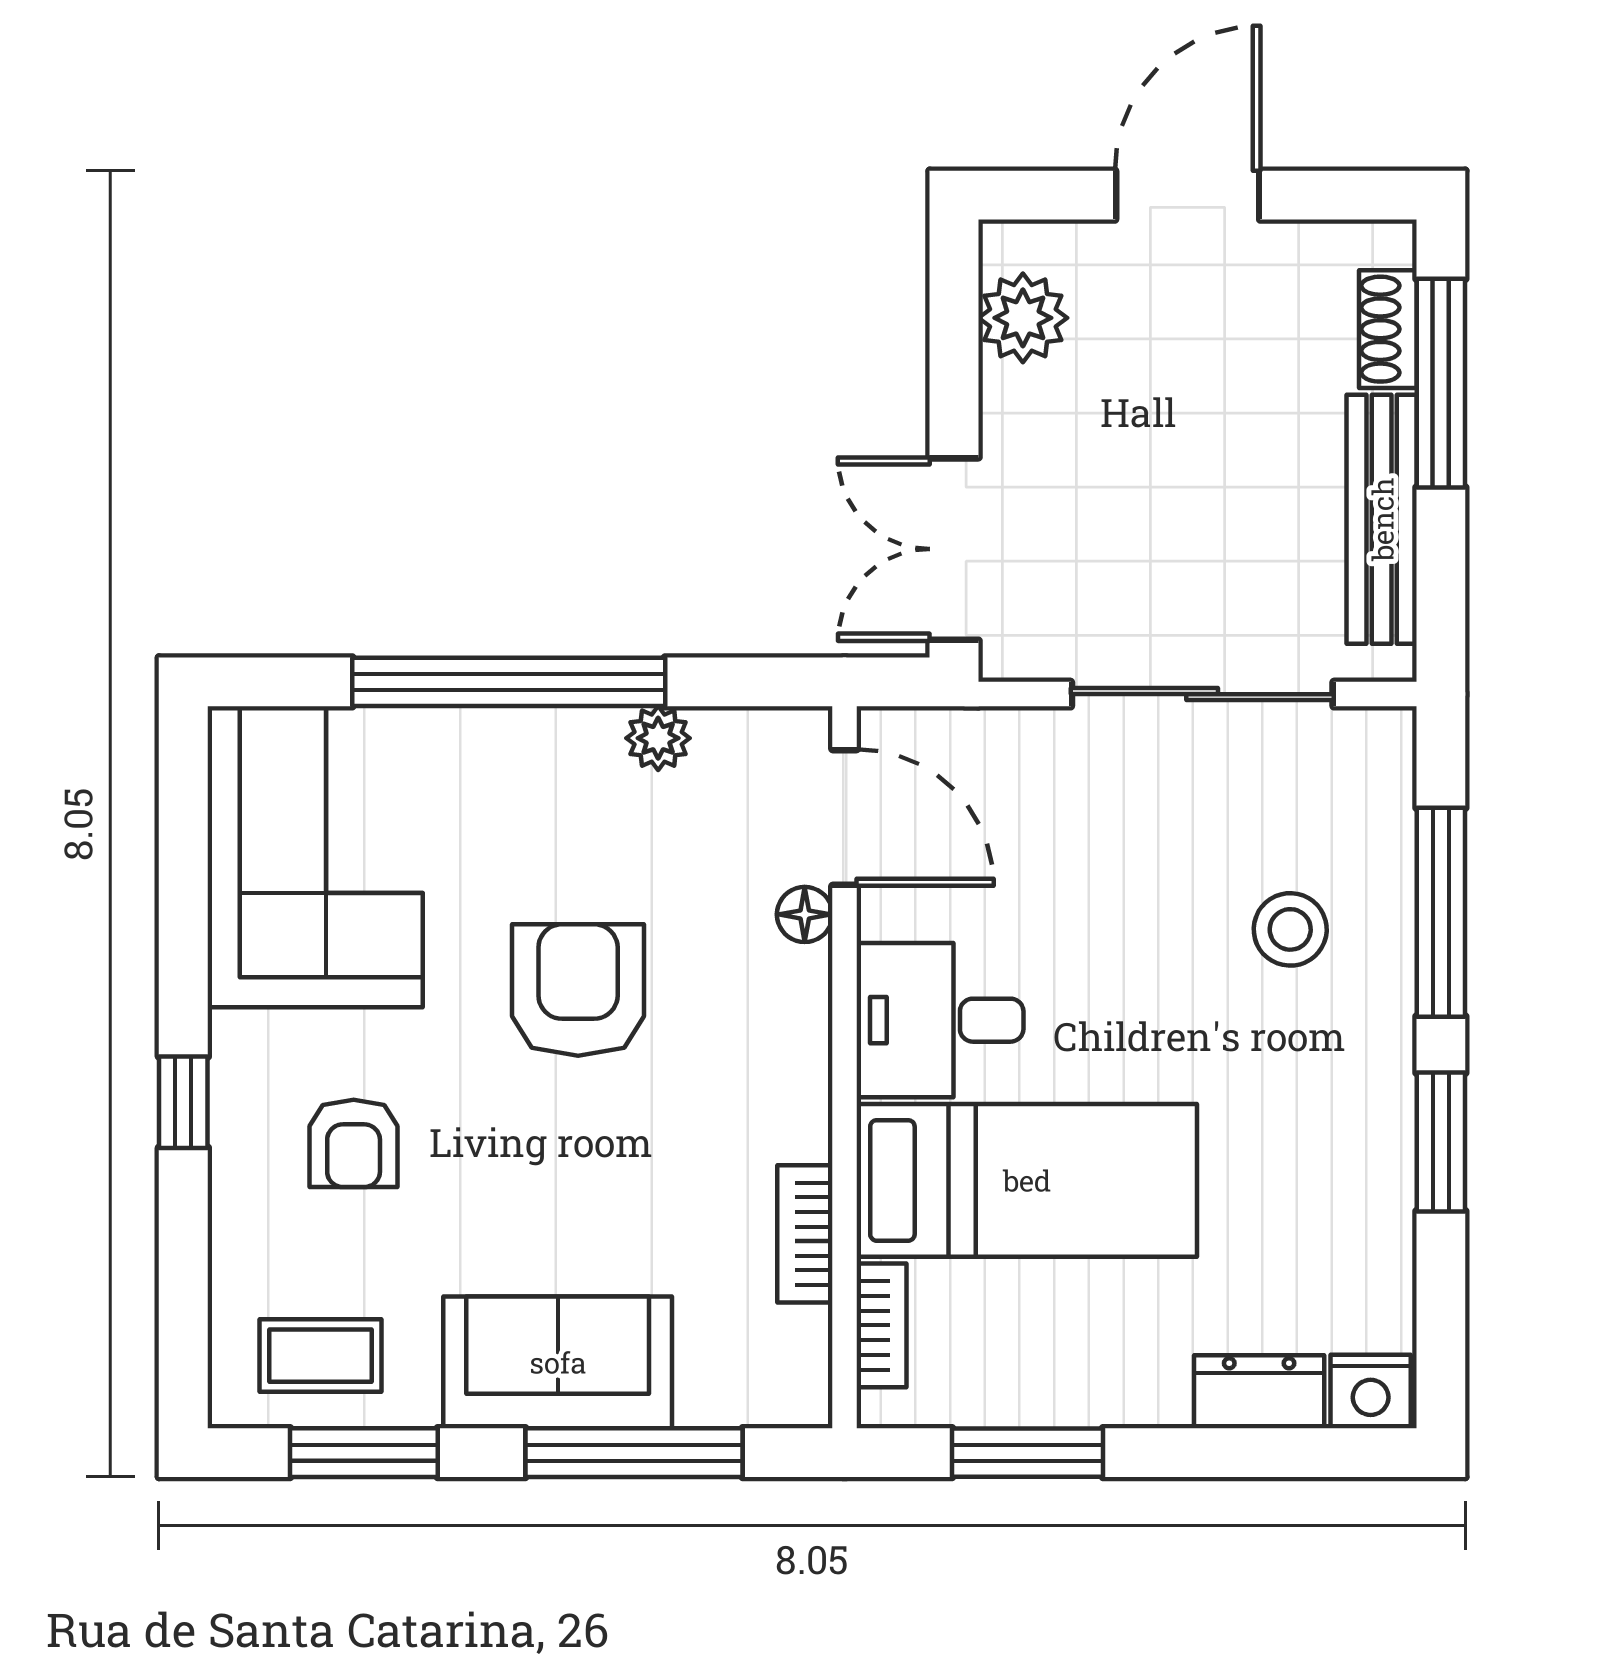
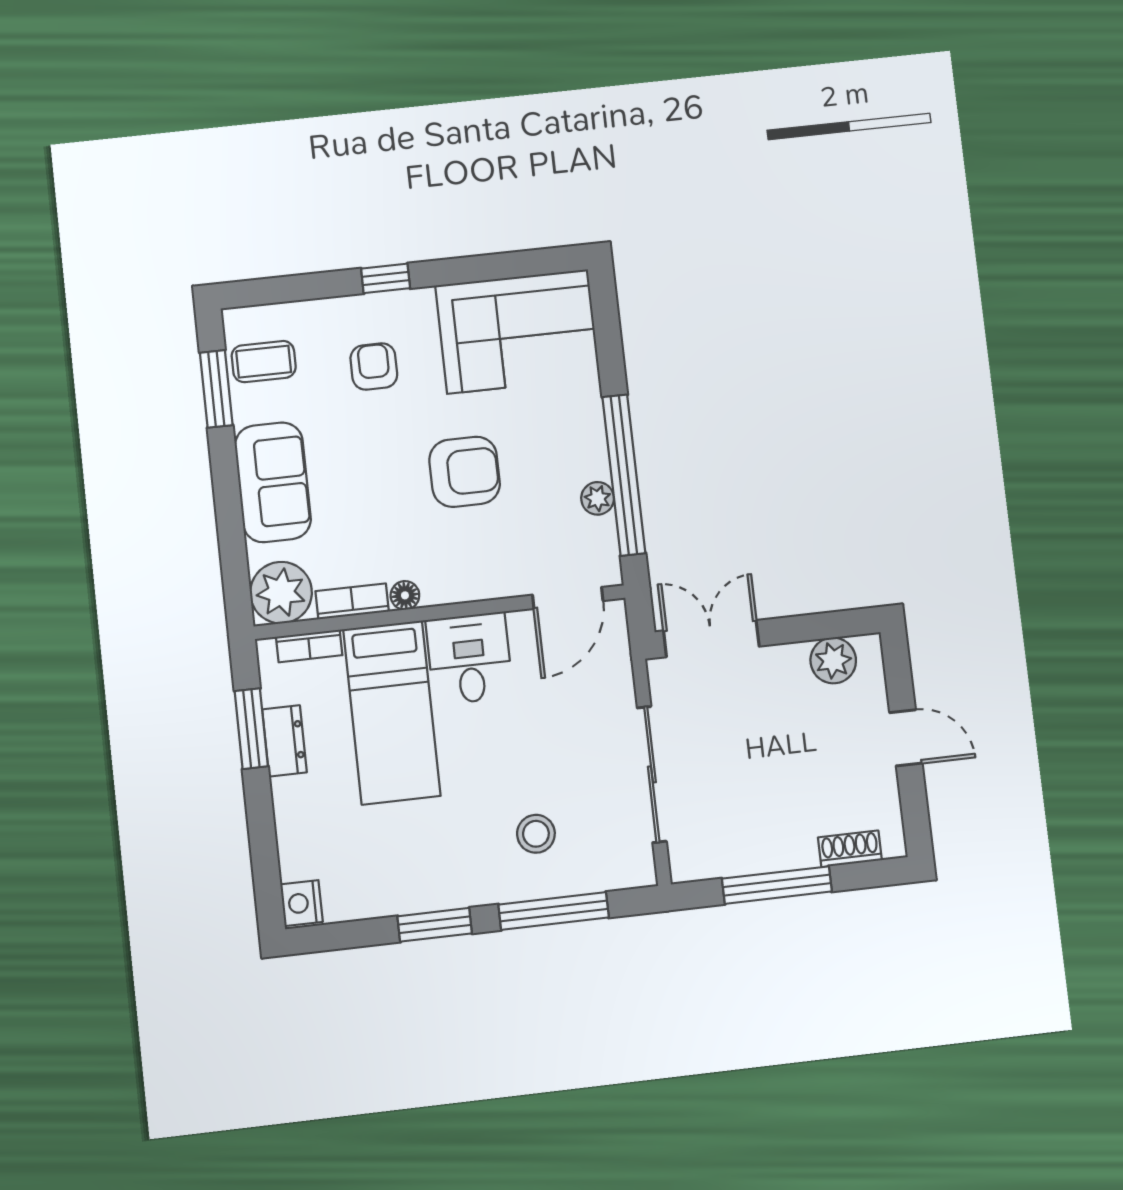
door: (1188, 195) -> (906, 738), width x0.73
window: (1441, 383) -> (777, 885), moved
bench: (1382, 519) -> (752, 857), removed
window: (509, 682) -> (624, 475), moved
floor lamp: (805, 914) -> (405, 595), moved
armchair: (354, 1143) -> (374, 367), turned 90
coffee table: (321, 1356) -> (264, 362), turned 90
plant: (773, 1369) -> (281, 593), added
dresser: (1259, 1392) -> (284, 741), moved
window: (634, 1453) -> (230, 526), removed

